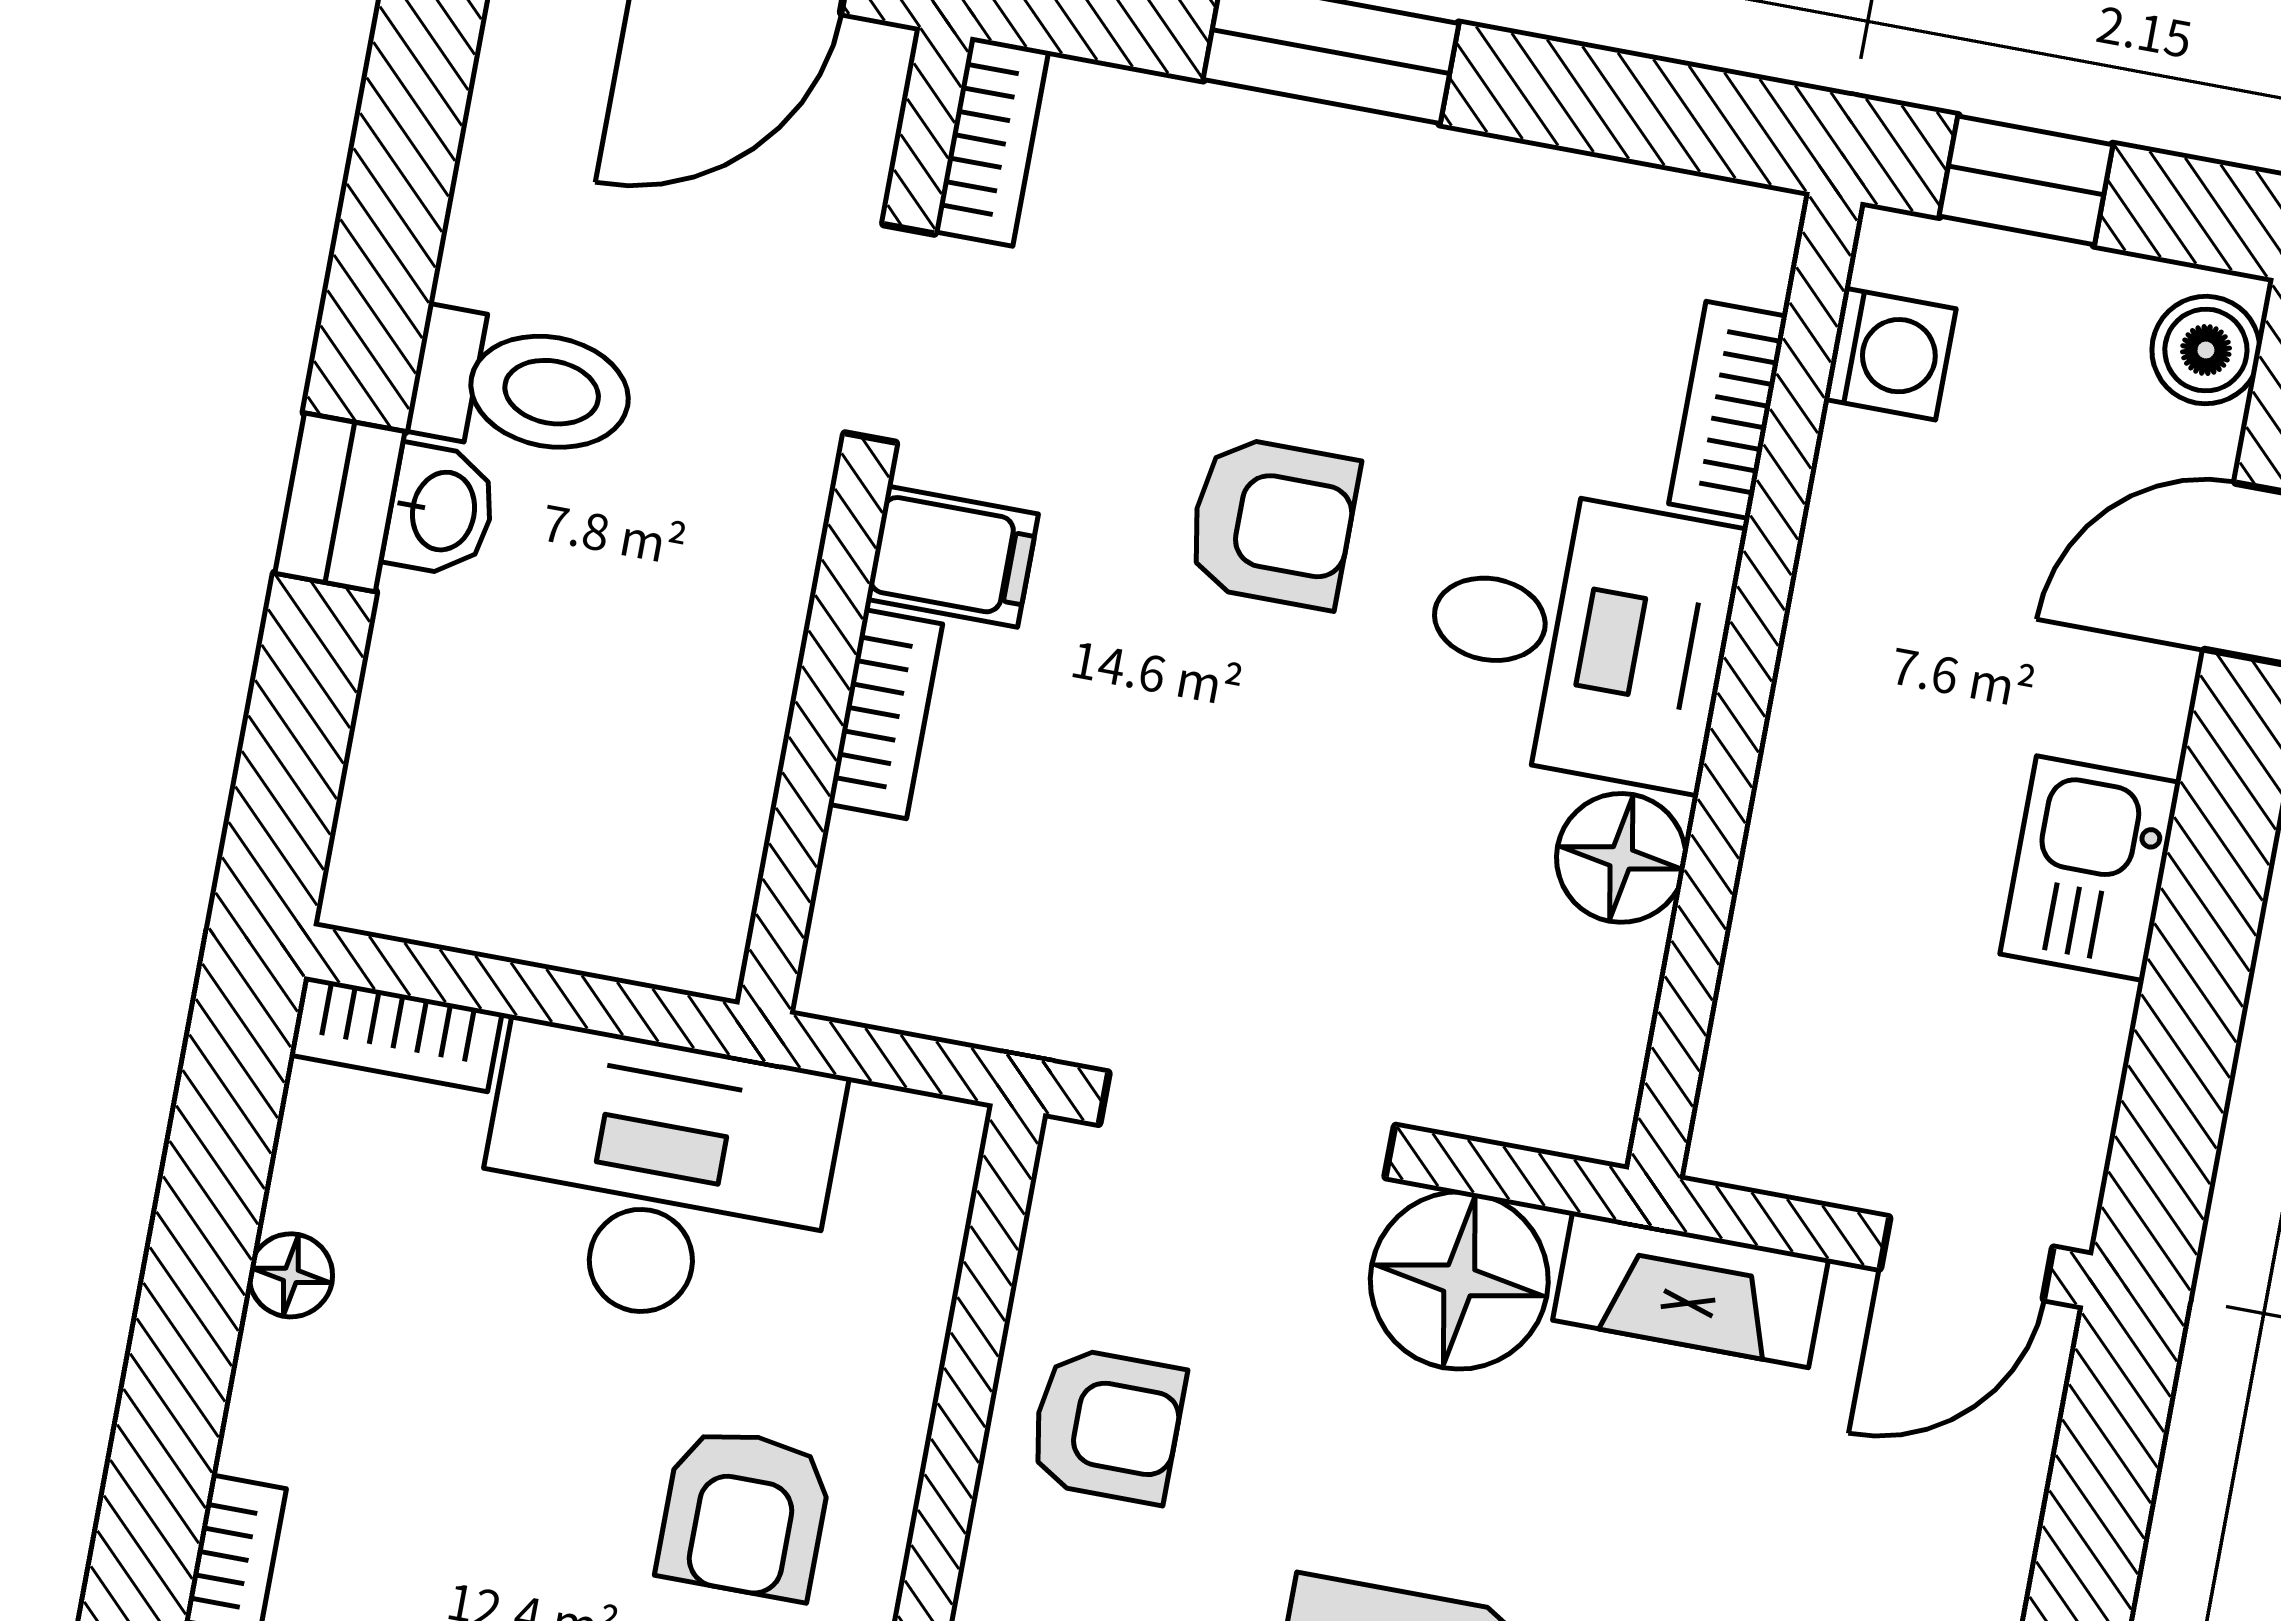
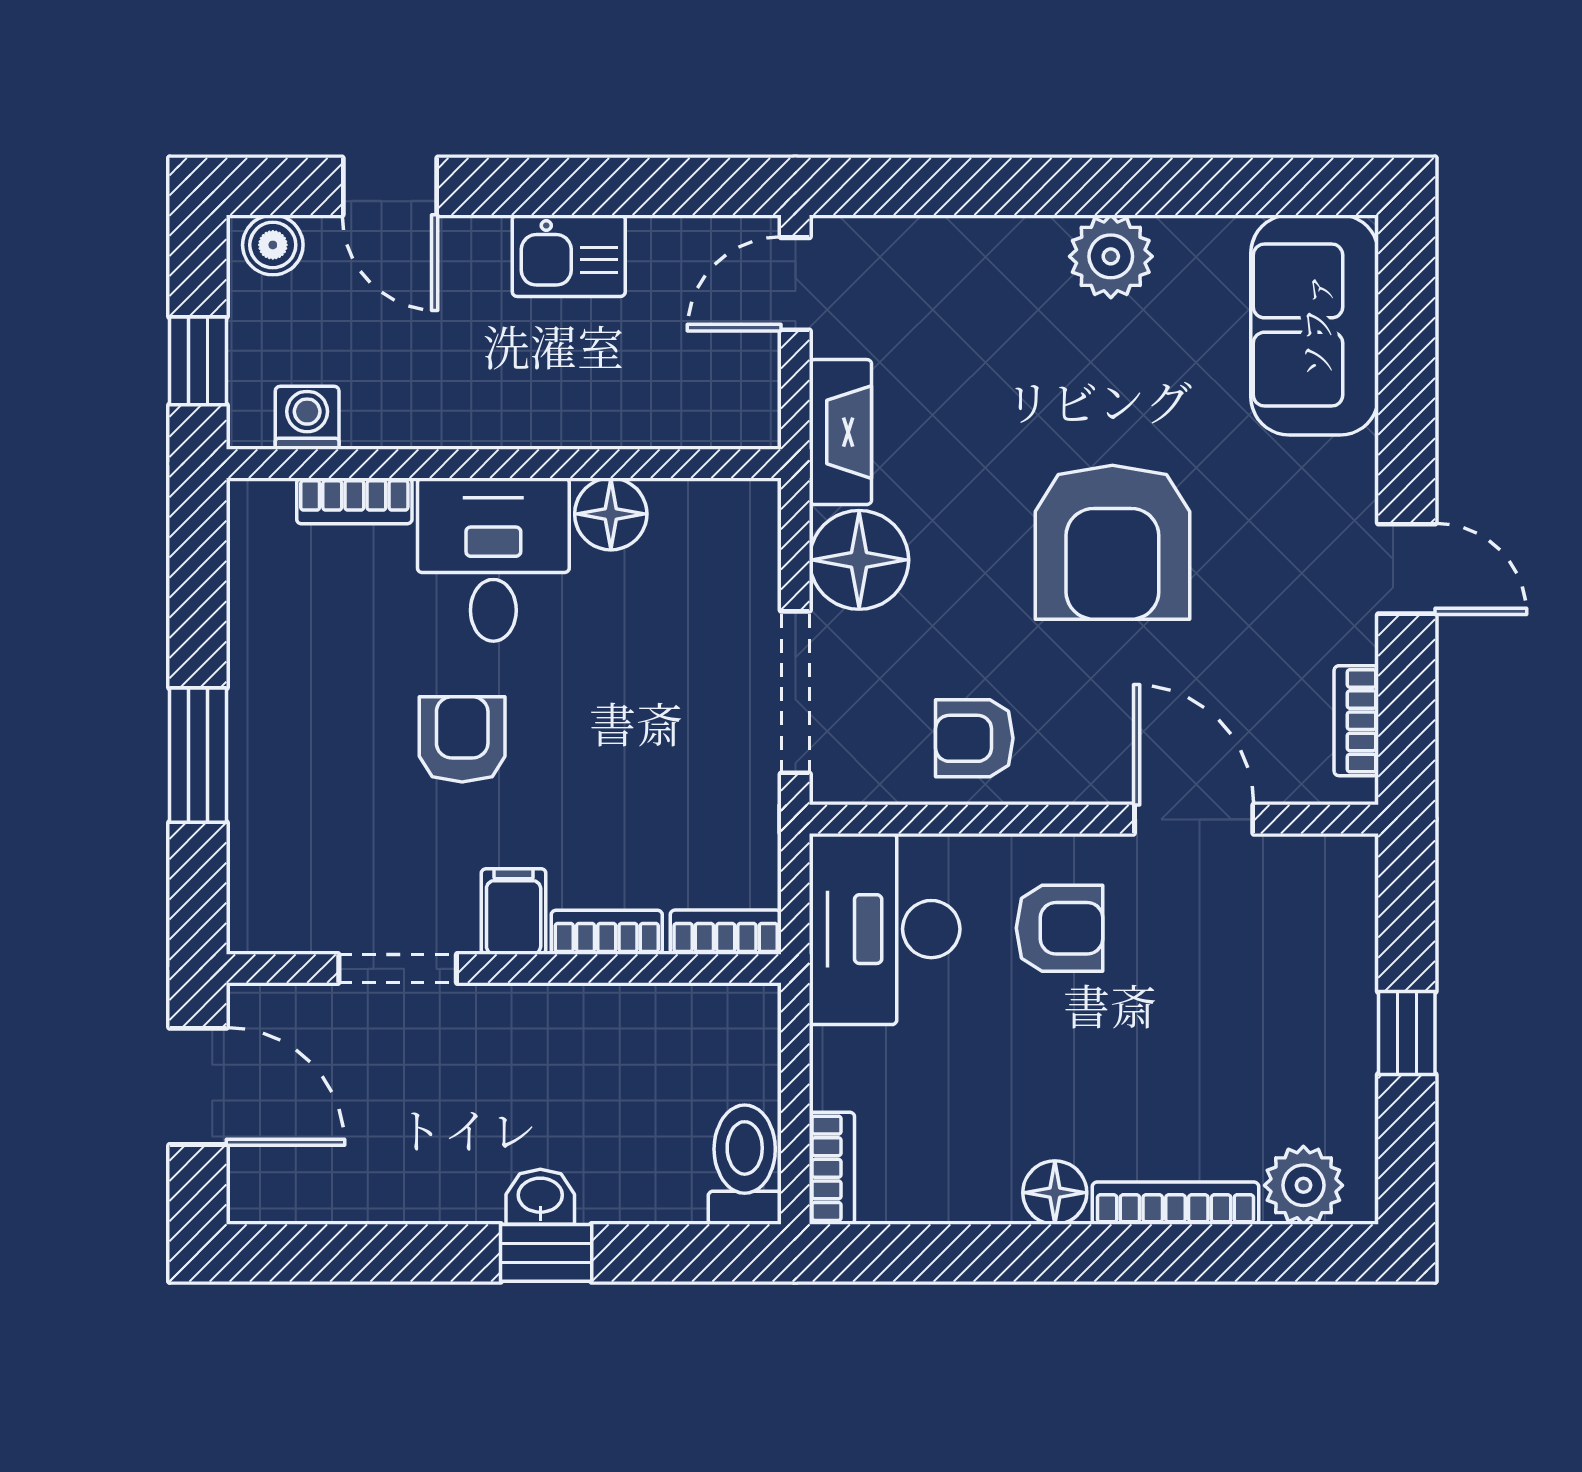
bookcase: (992, 141) -> (726, 932), moved
toilet: (522, 387) -> (745, 1165), moved
desk: (656, 1178) -> (885, 929), moved
door: (1967, 1258) -> (795, 284), swing flipped
floor lamp: (291, 1275) -> (1055, 1193), moved, width x1.37, depth x1.37
armchair: (1107, 1425) -> (974, 738), turned -90

